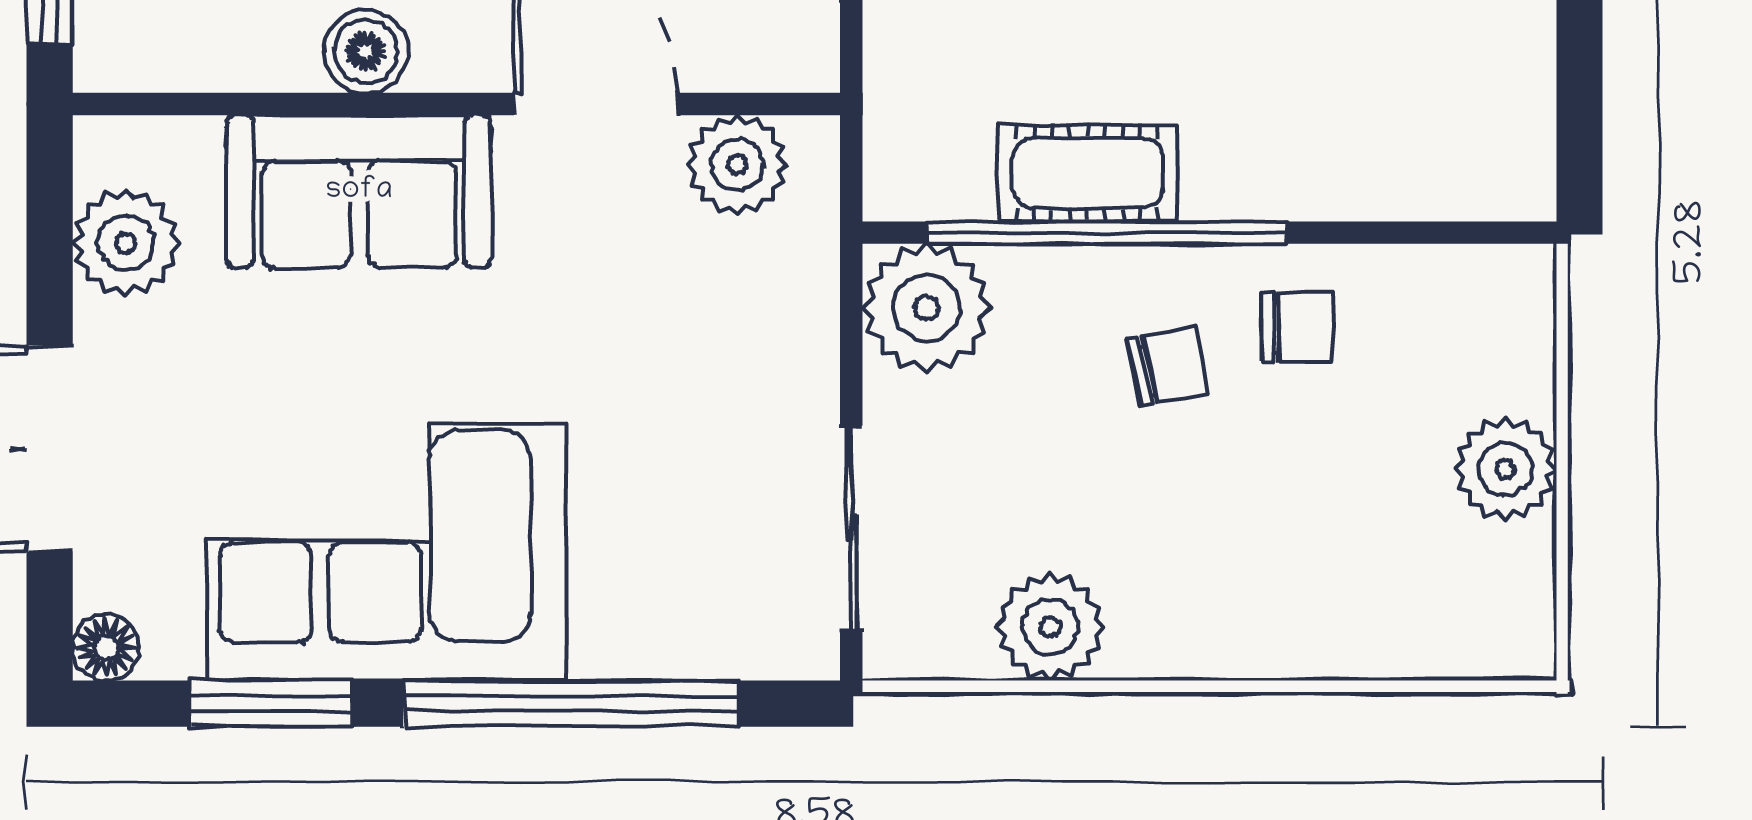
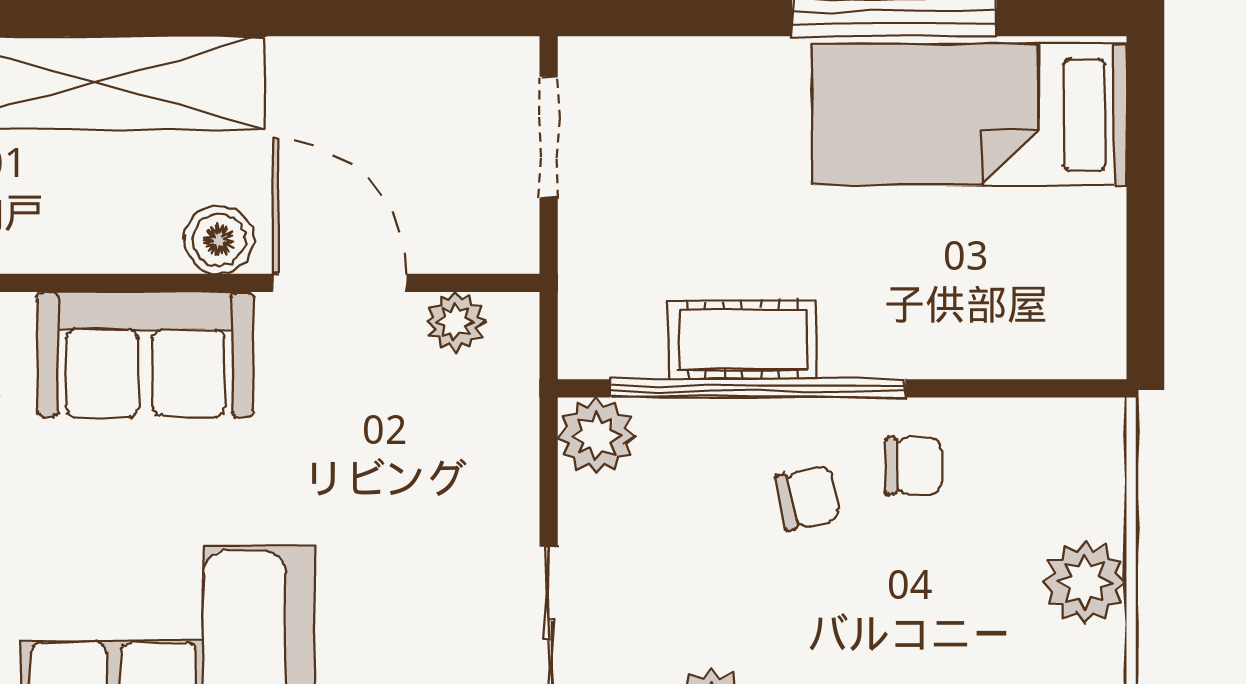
boiler: (366, 51) -> (219, 240), moved
plant: (738, 165) -> (455, 322), width x0.73, depth x0.73
plant: (927, 308) -> (596, 436), width x0.73, depth x0.73

